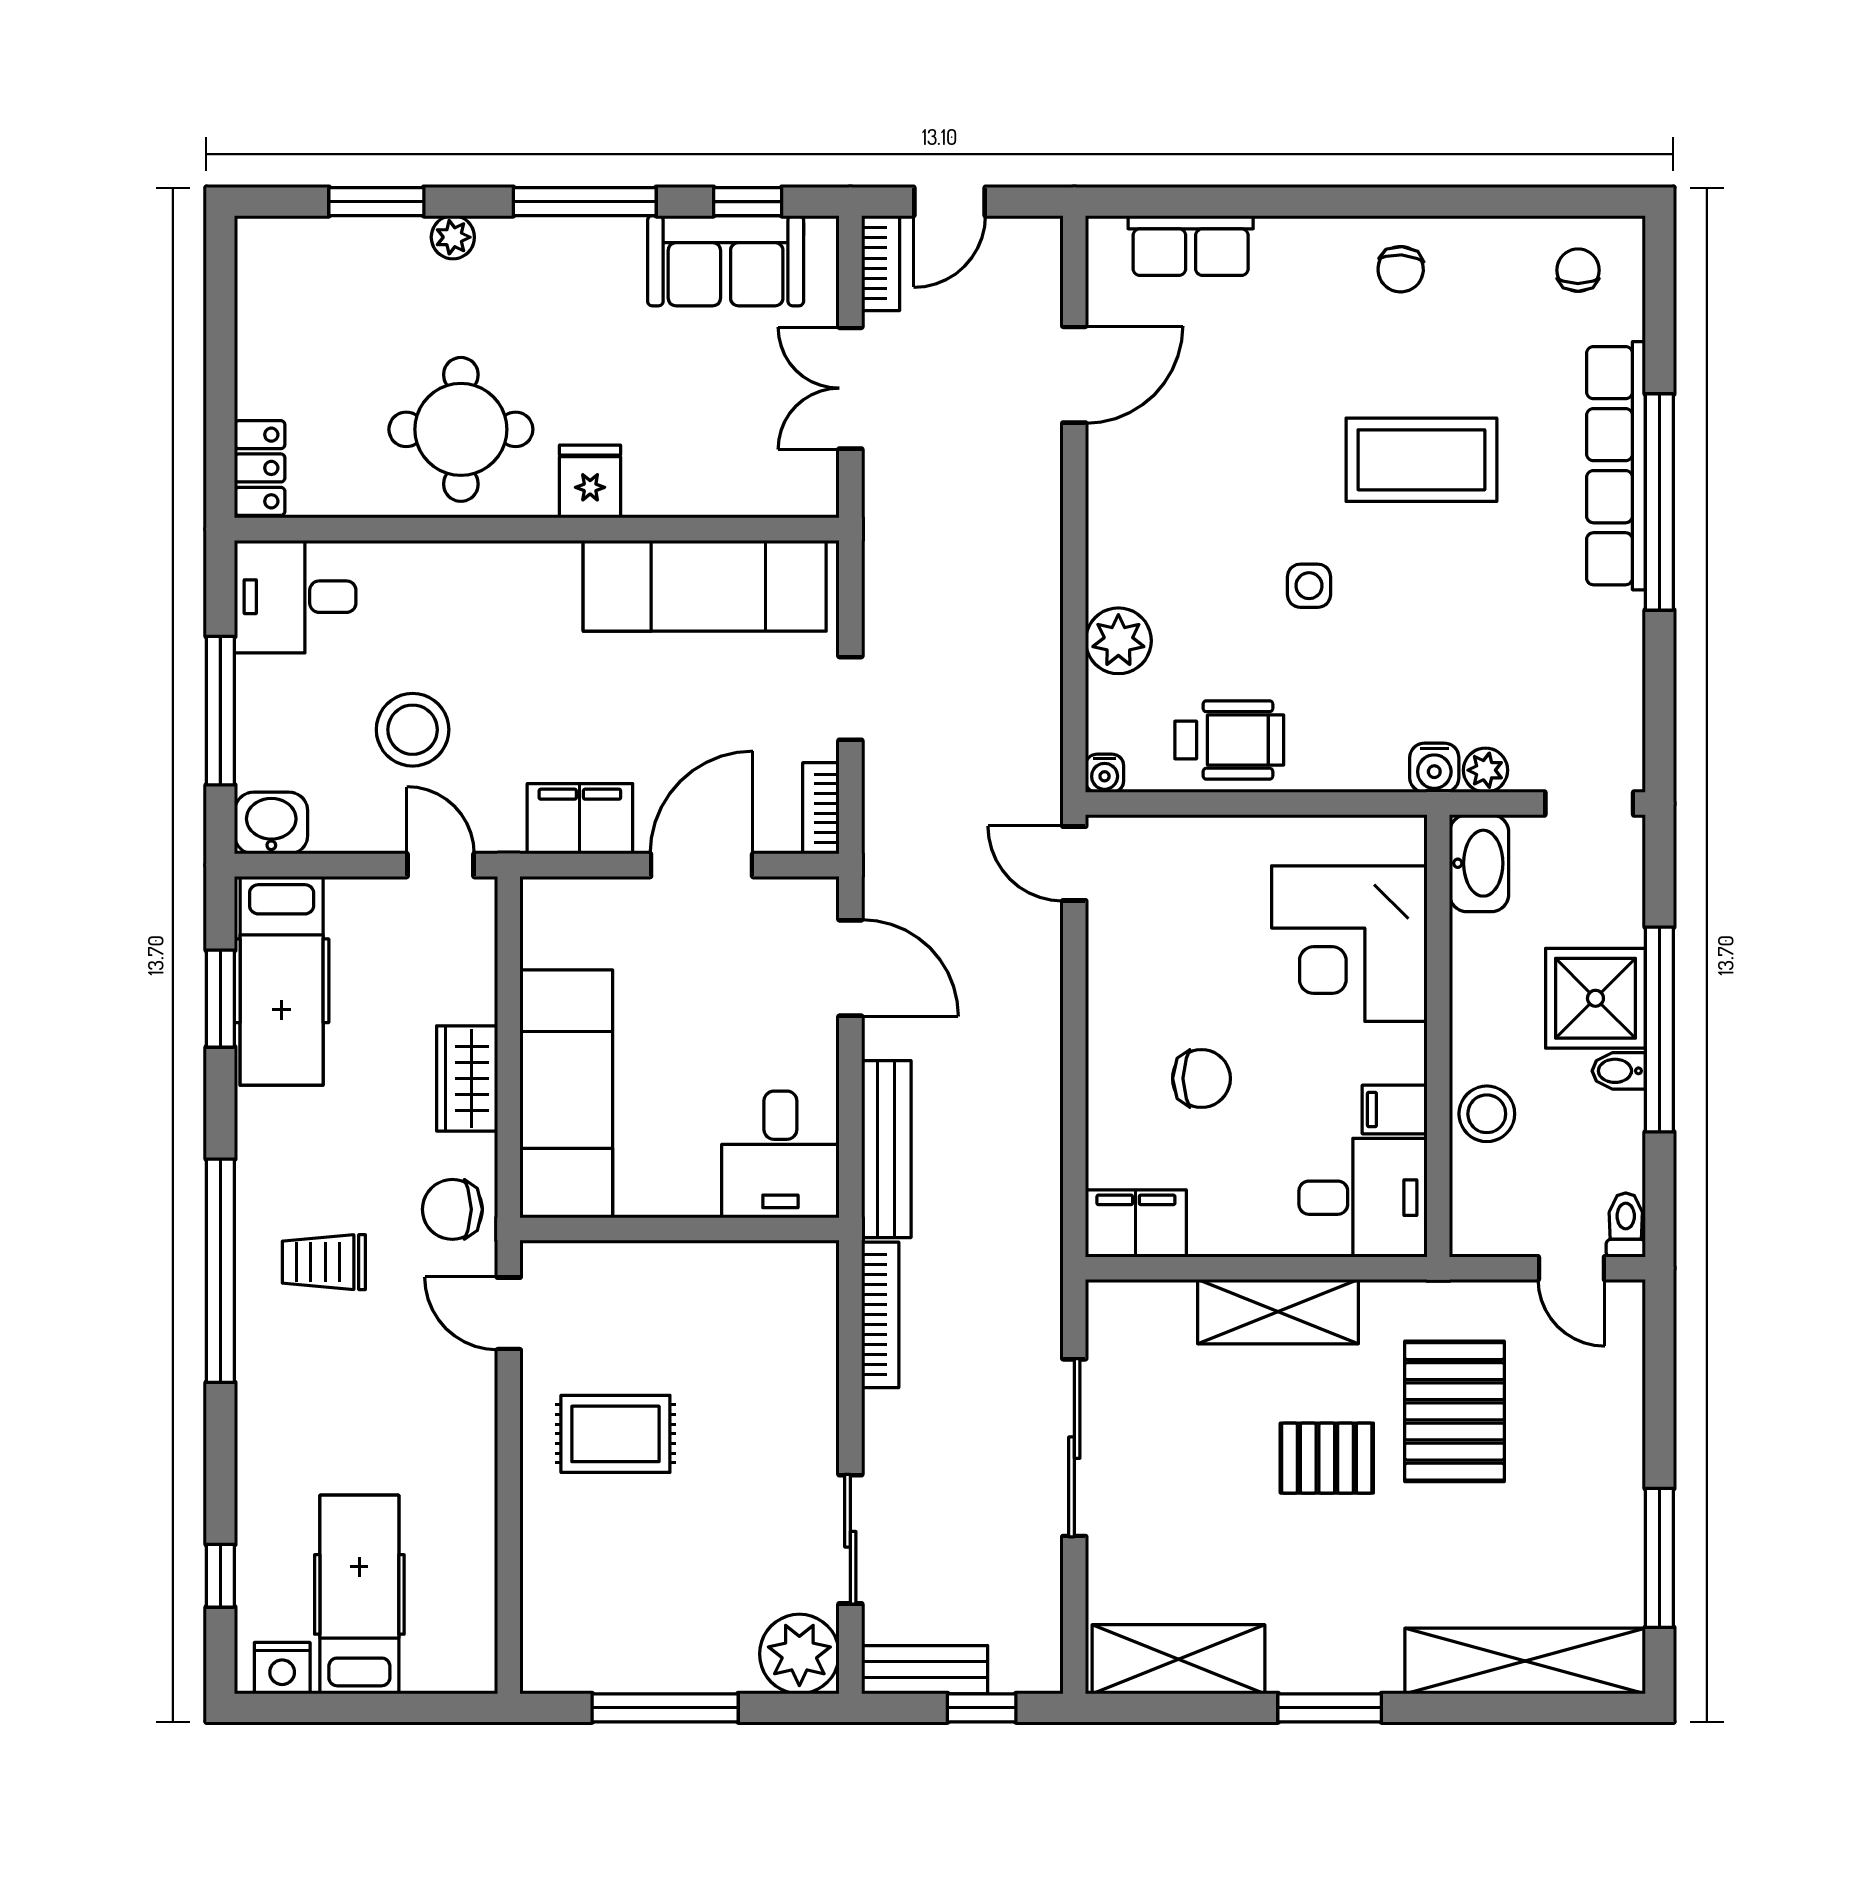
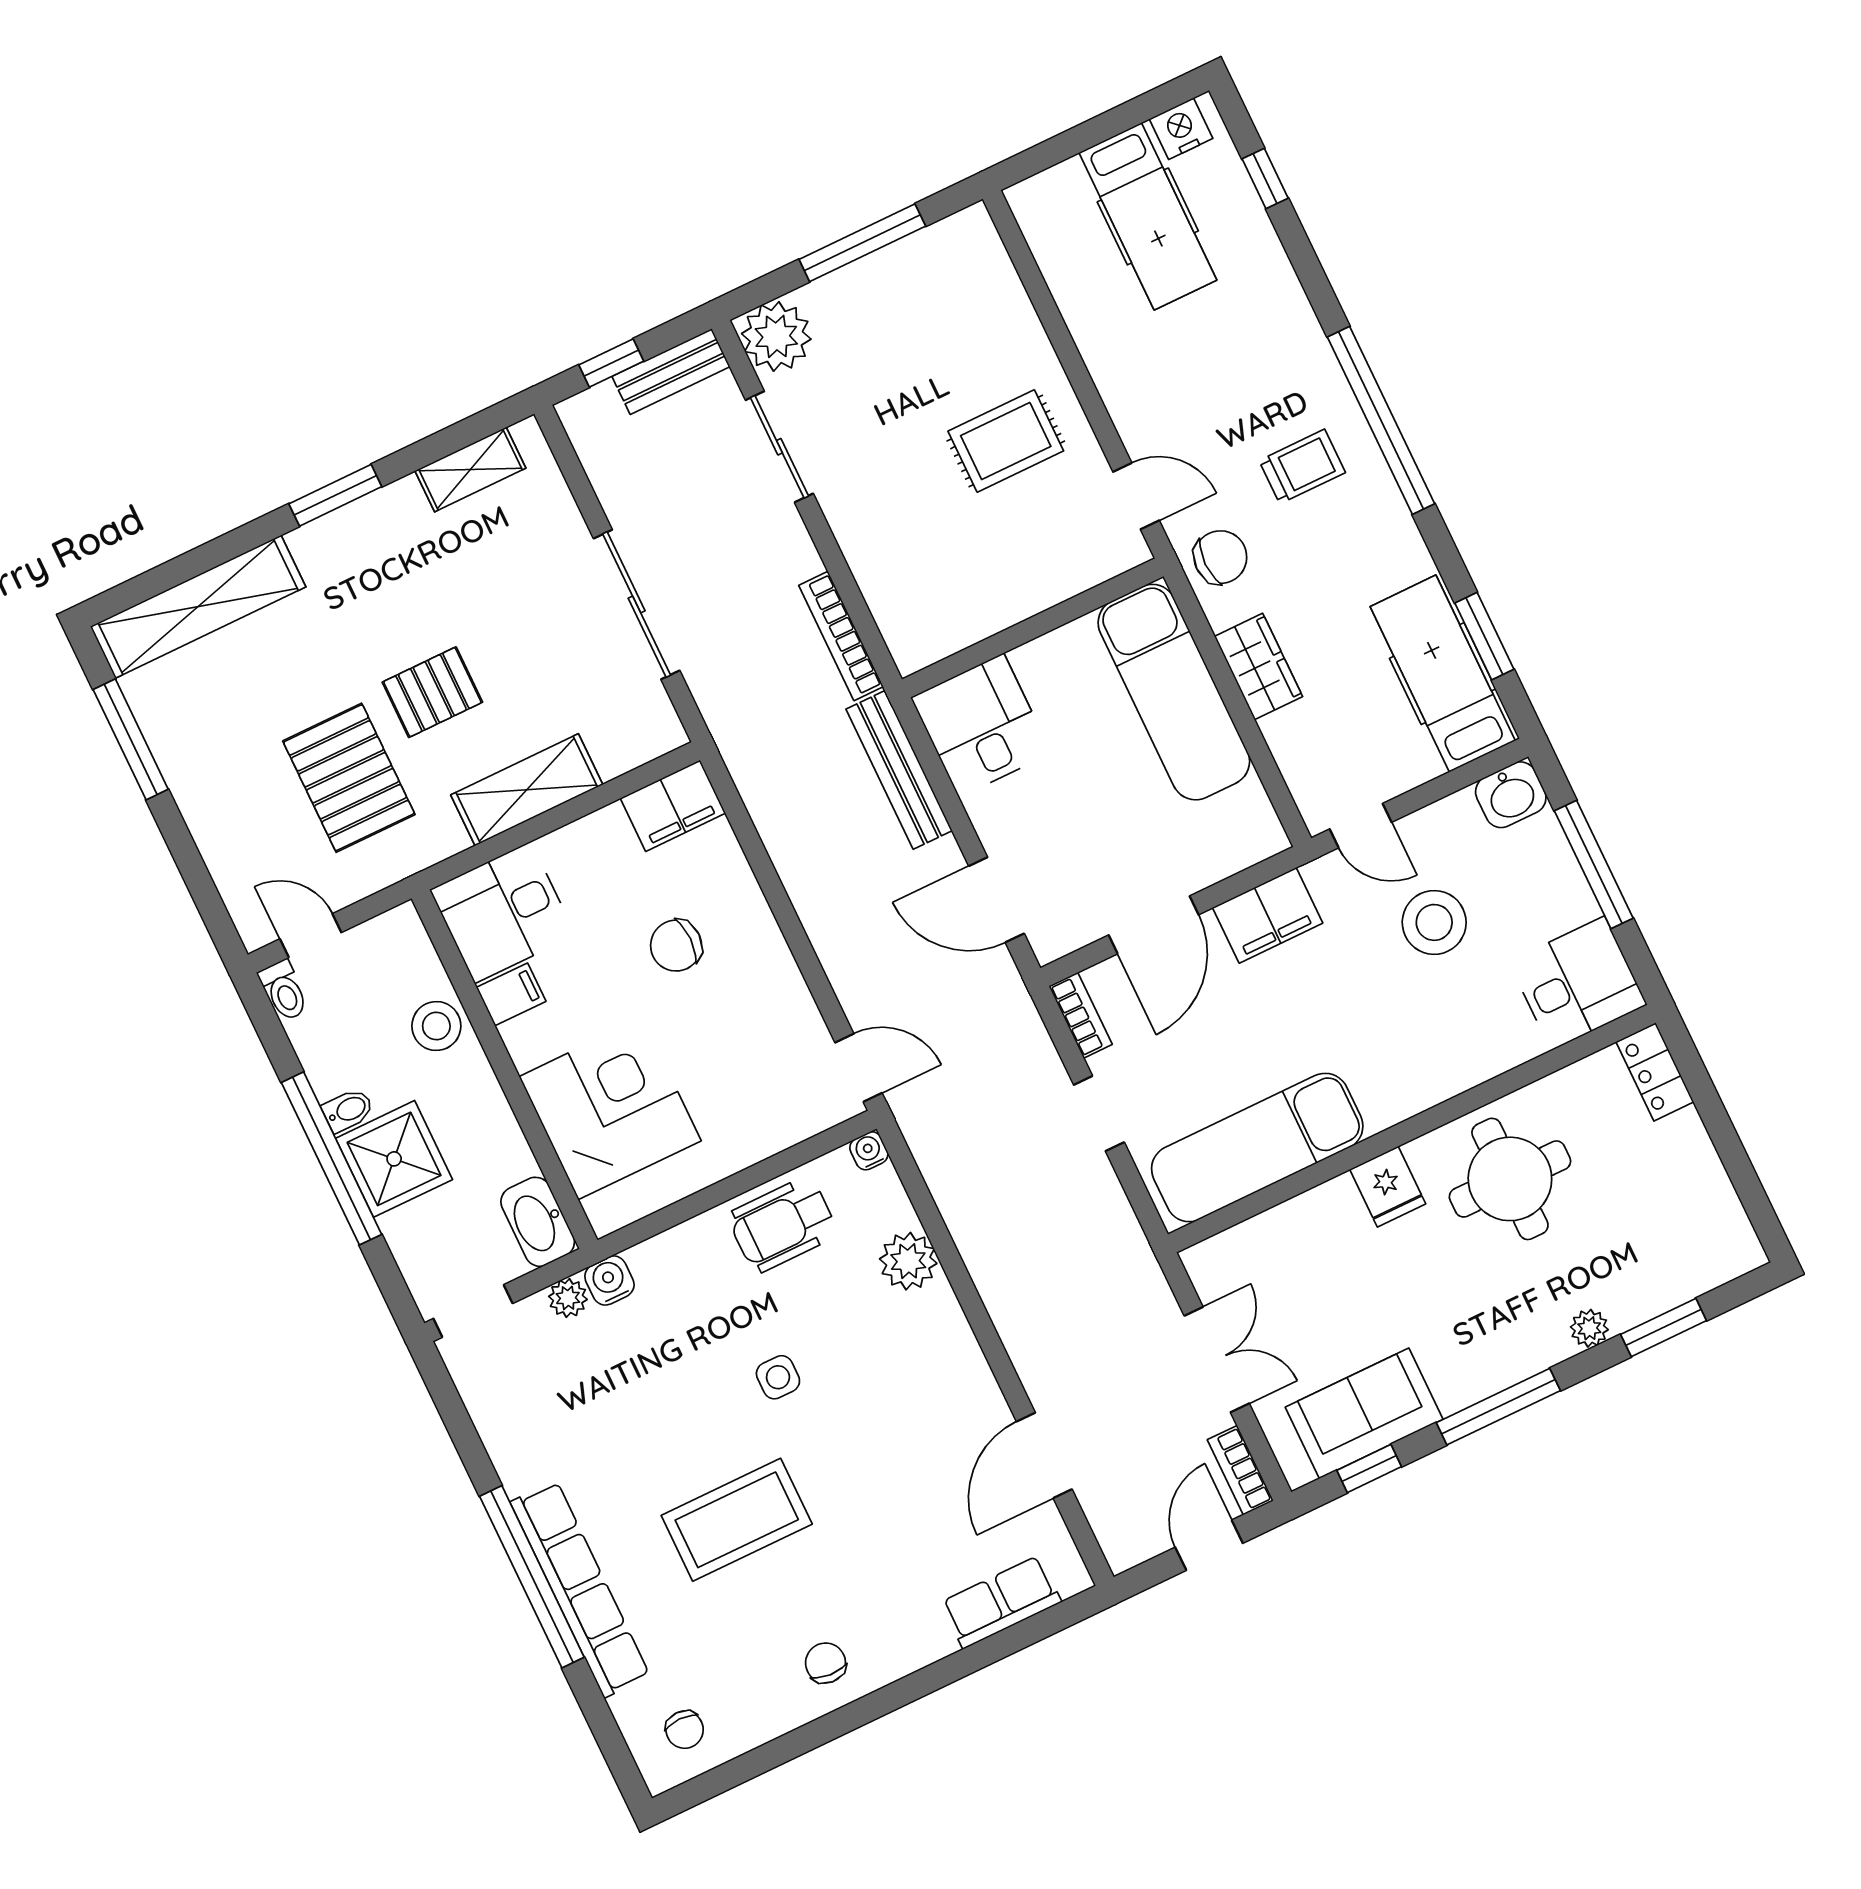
shelving: (1178, 1659) -> (470, 469), width x0.67, depth x0.75

